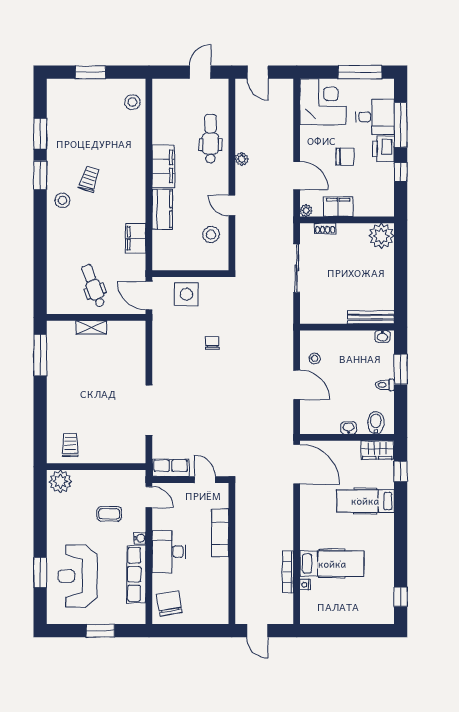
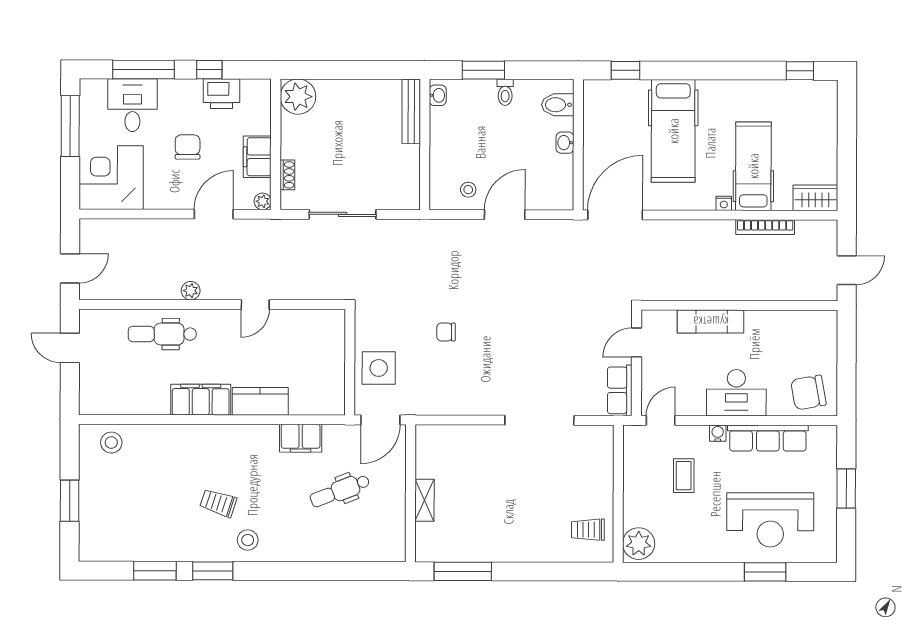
printer: (383, 149) -> (222, 94), moved
stool: (211, 234) -> (295, 333), removed
dental chair: (93, 286) -> (340, 491), moved
wardrobe: (377, 450) -> (815, 198), moved, turned -90
hospital bed: (365, 501) -> (673, 131), width x1.37, depth x1.29
nightstand: (305, 585) -> (724, 203), moved

